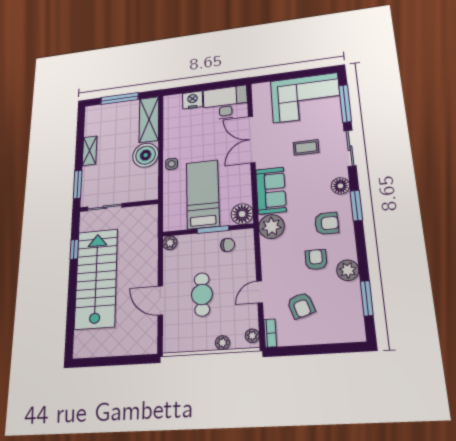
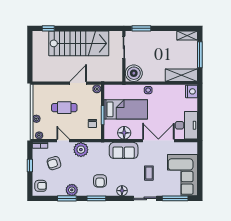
nightstand: (193, 100) -> (191, 91), moved
shelving: (90, 151) -> (187, 36), moved
boiler: (146, 155) -> (134, 73), moved
window: (356, 206) -> (96, 198), moved
floor lamp: (242, 214) -> (124, 133), moved
plant: (272, 227) -> (81, 150), moved
window: (74, 249) -> (48, 28), moved
armchair: (316, 260) -> (41, 186), moved
window: (367, 298) -> (67, 198), moved
door: (160, 301) -> (78, 83), moved
window: (309, 350) -> (30, 165), added

